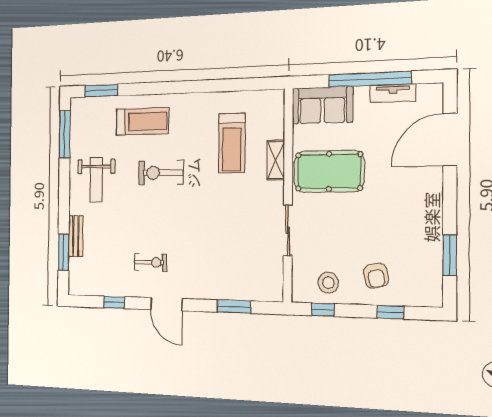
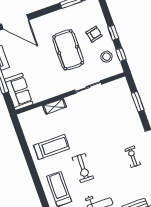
treadmill: (232, 143) -> (52, 147), moved
pool table: (329, 171) -> (68, 50), moved
window: (390, 312) -> (113, 33), moved

